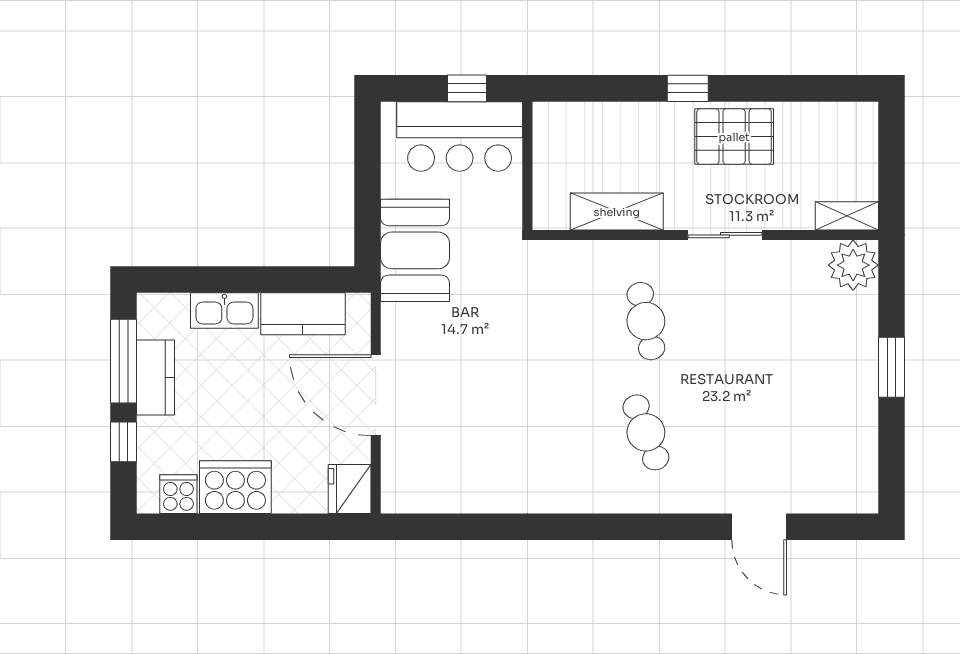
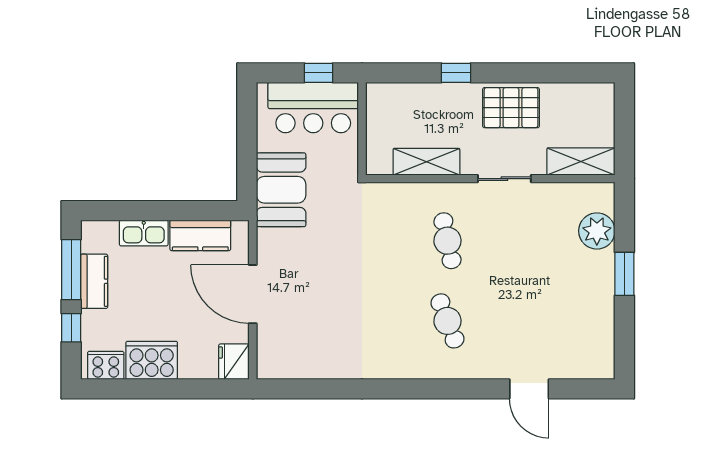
window: (688, 88) -> (456, 73), moved
shelving: (847, 216) -> (581, 161), width x1.50, depth x1.33
plant: (853, 265) -> (597, 231), moved
cooker: (178, 494) -> (106, 365), width x1.36

